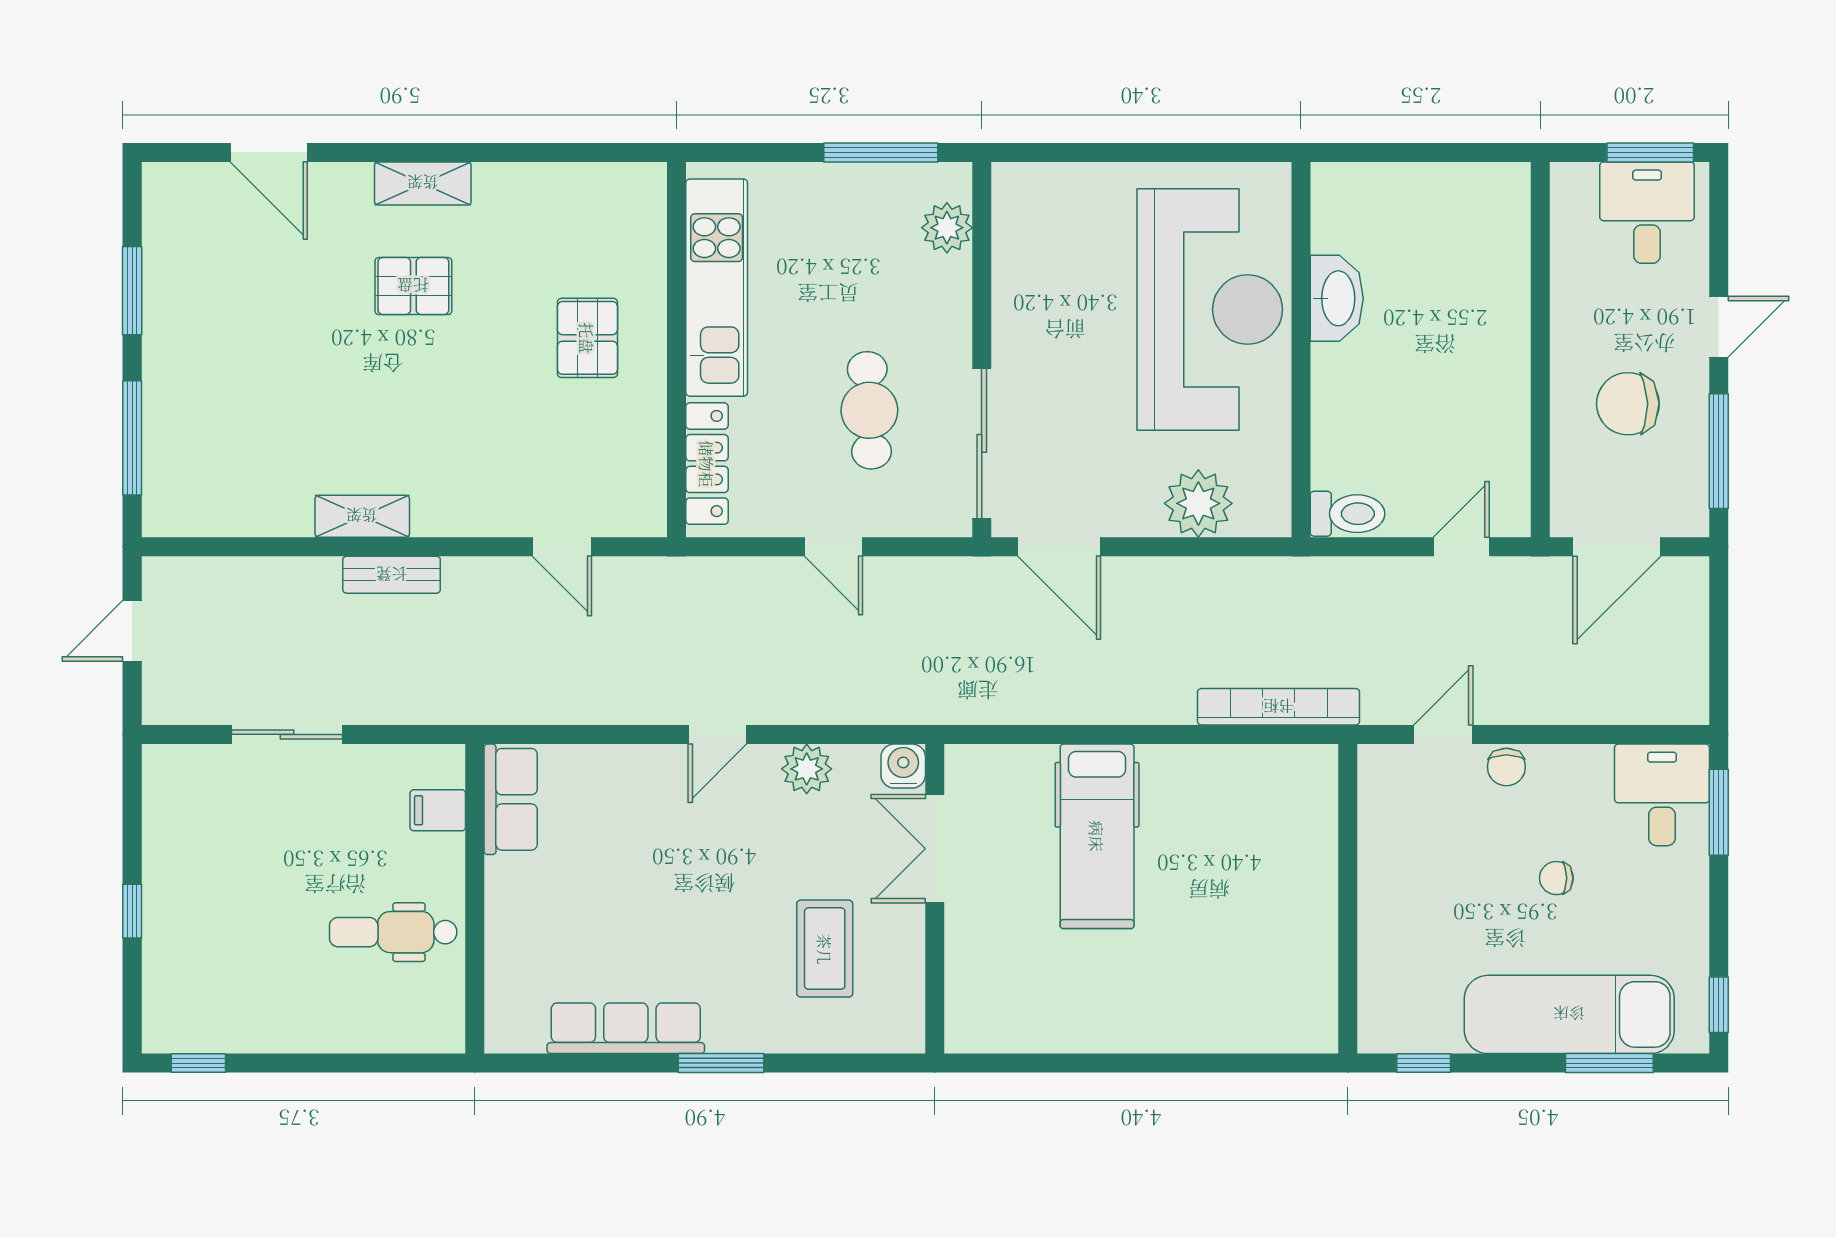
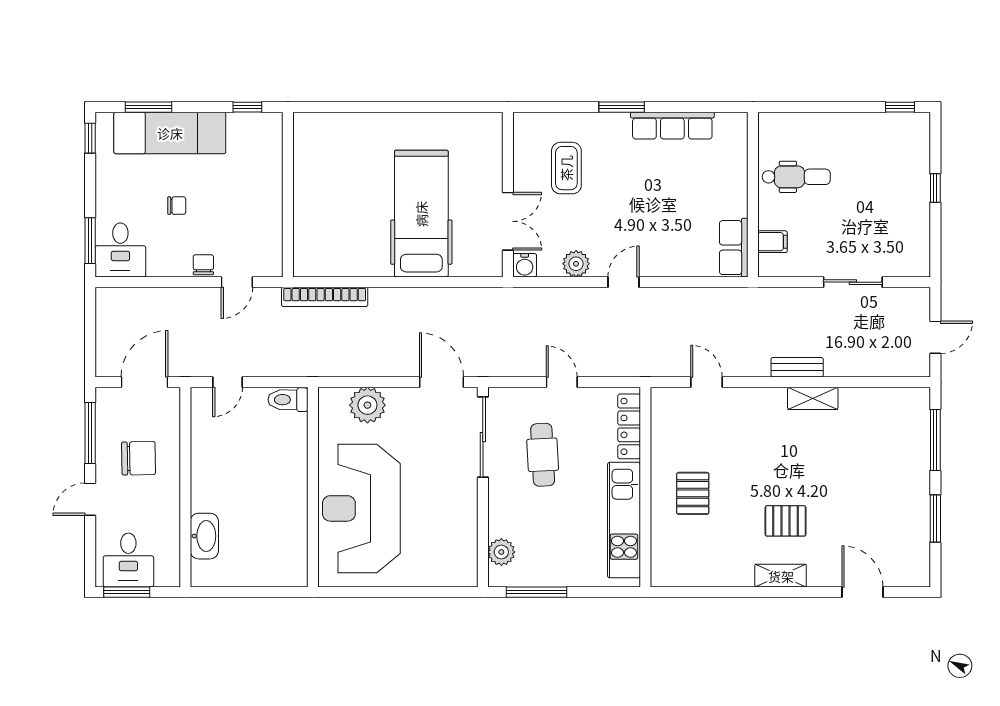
washbasin: (1337, 298) -> (204, 536), moved, turned 180
hospital bed: (1097, 836) -> (421, 214), width x1.37, depth x1.29

